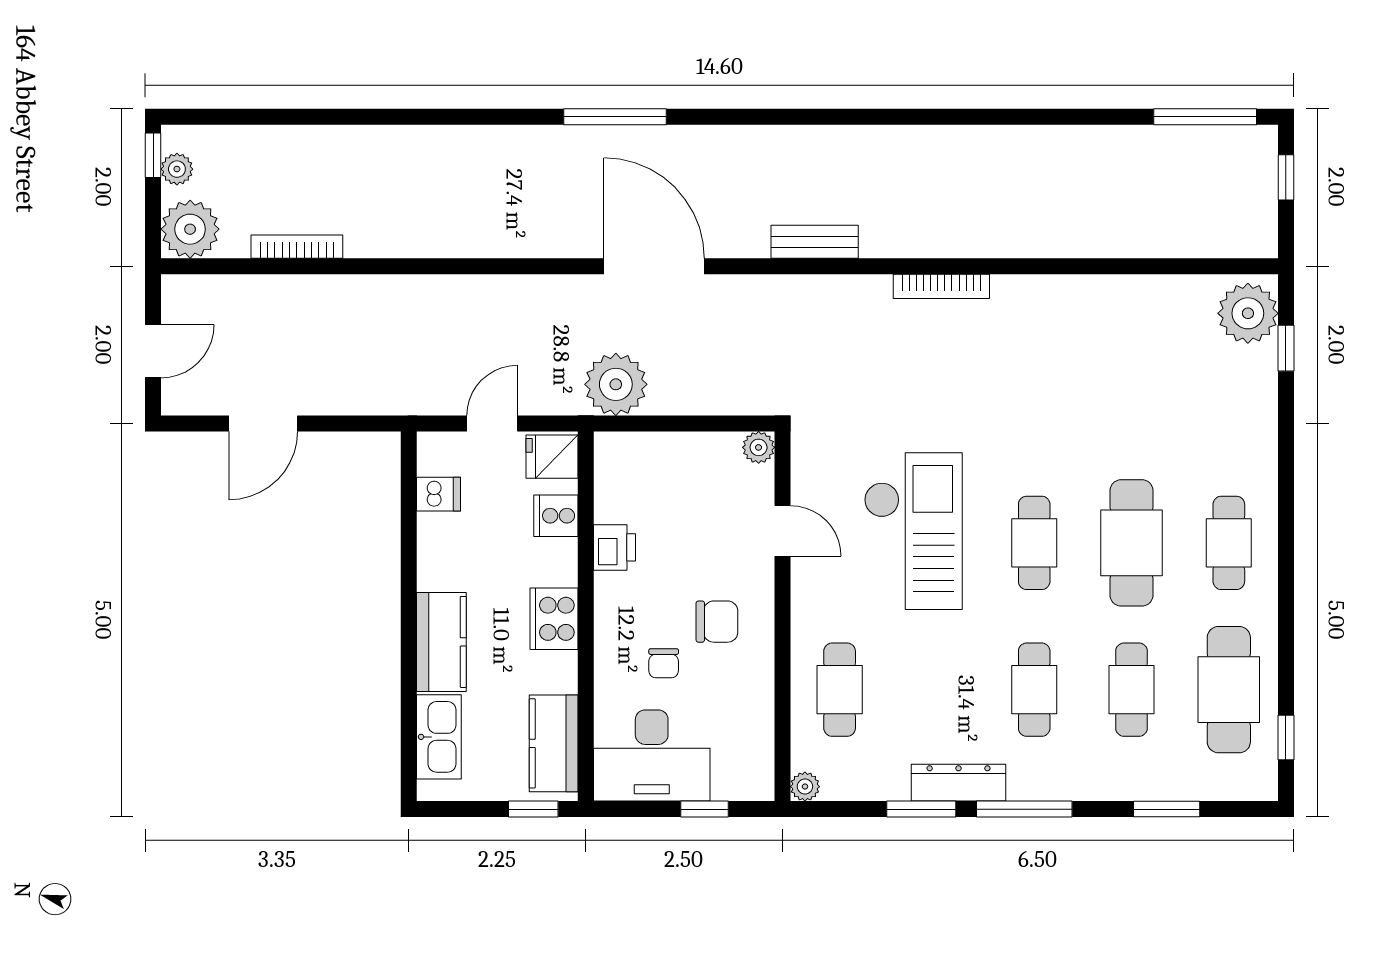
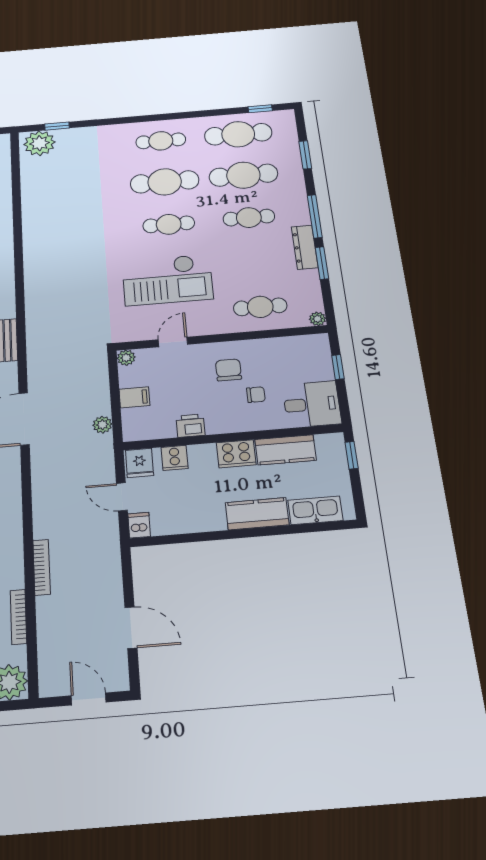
bookcase: (941, 286) -> (42, 567), moved
plant: (616, 384) -> (102, 425), width x0.53, depth x0.53
filing cabinet: (678, 457) -> (134, 397), added
dishwasher: (439, 494) -> (139, 525), moved
checkout: (913, 531) -> (167, 280), turned 180
cafe table: (1132, 690) -> (243, 175), width x1.37, depth x1.35
kitchen counter: (554, 743) -> (286, 450), moved
desk: (652, 755) -> (312, 404), width x0.73

